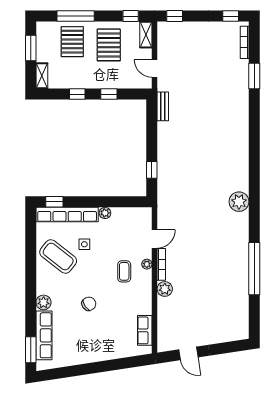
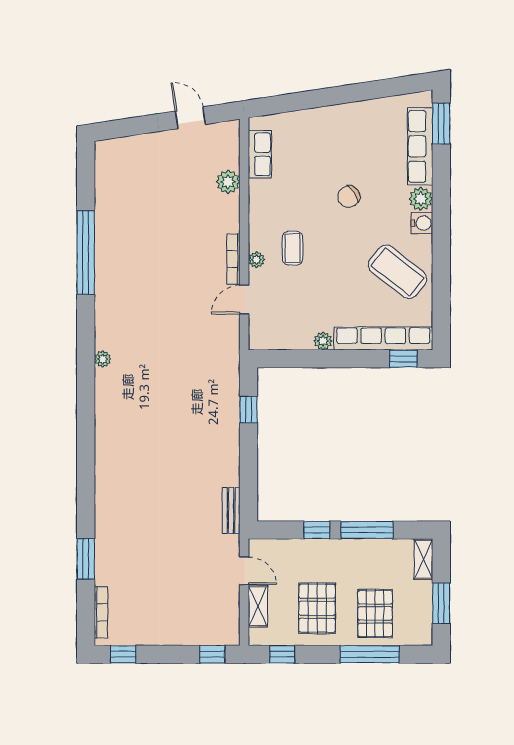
shelving: (146, 35) -> (258, 606), moved
window: (77, 94) -> (367, 530), width x2.17
plant: (239, 202) -> (103, 359), width x0.53, depth x0.53
side table: (84, 244) -> (356, 291), removed
water cooler: (43, 287) -> (422, 223), added
plant: (165, 289) -> (228, 182), moved

